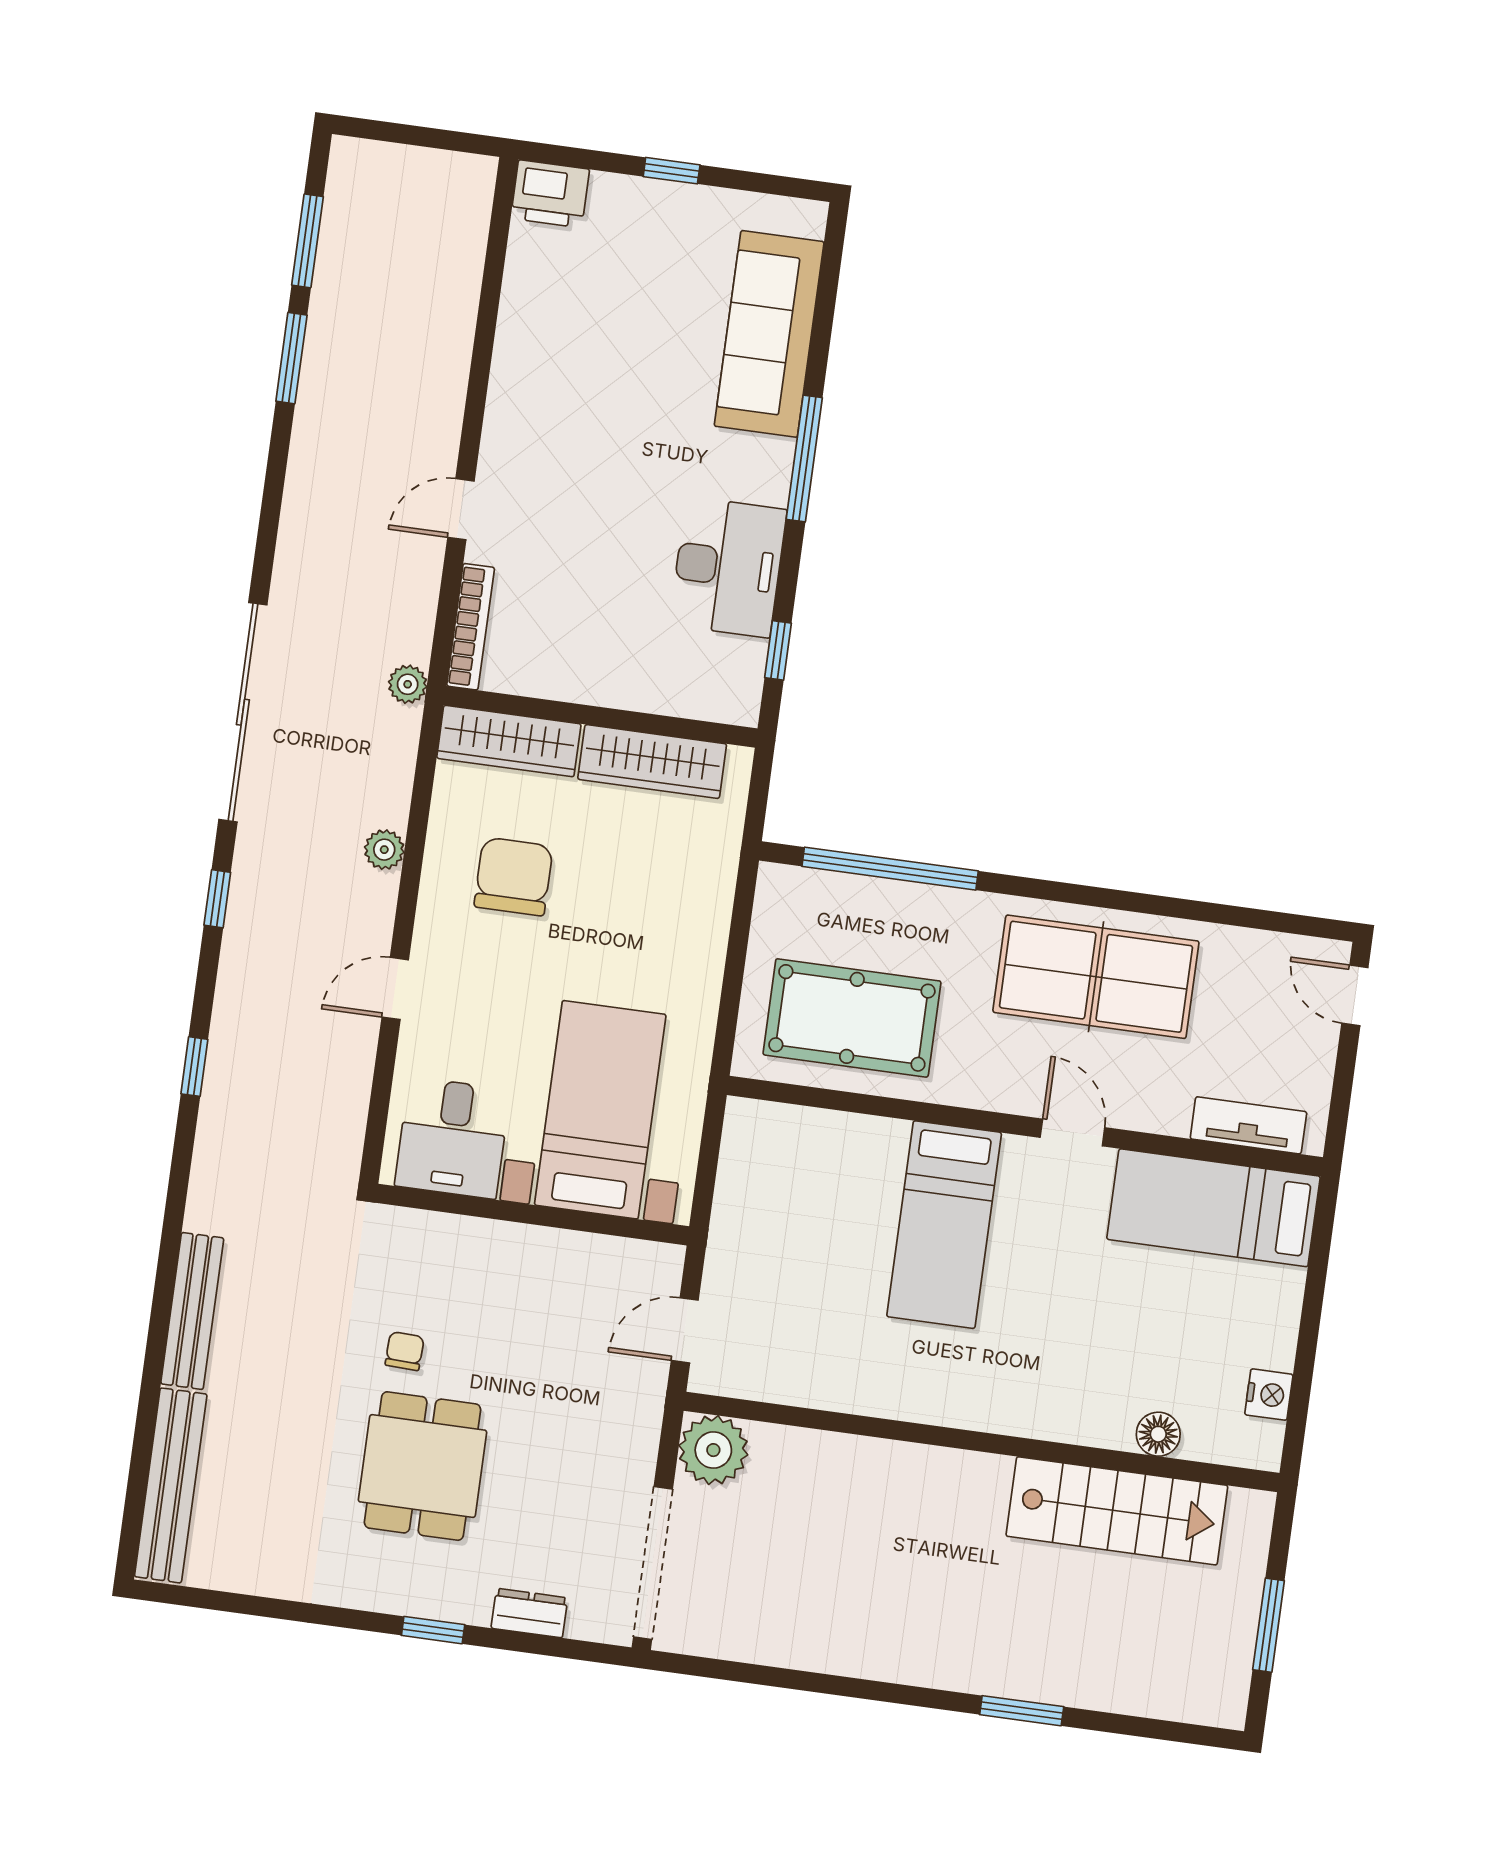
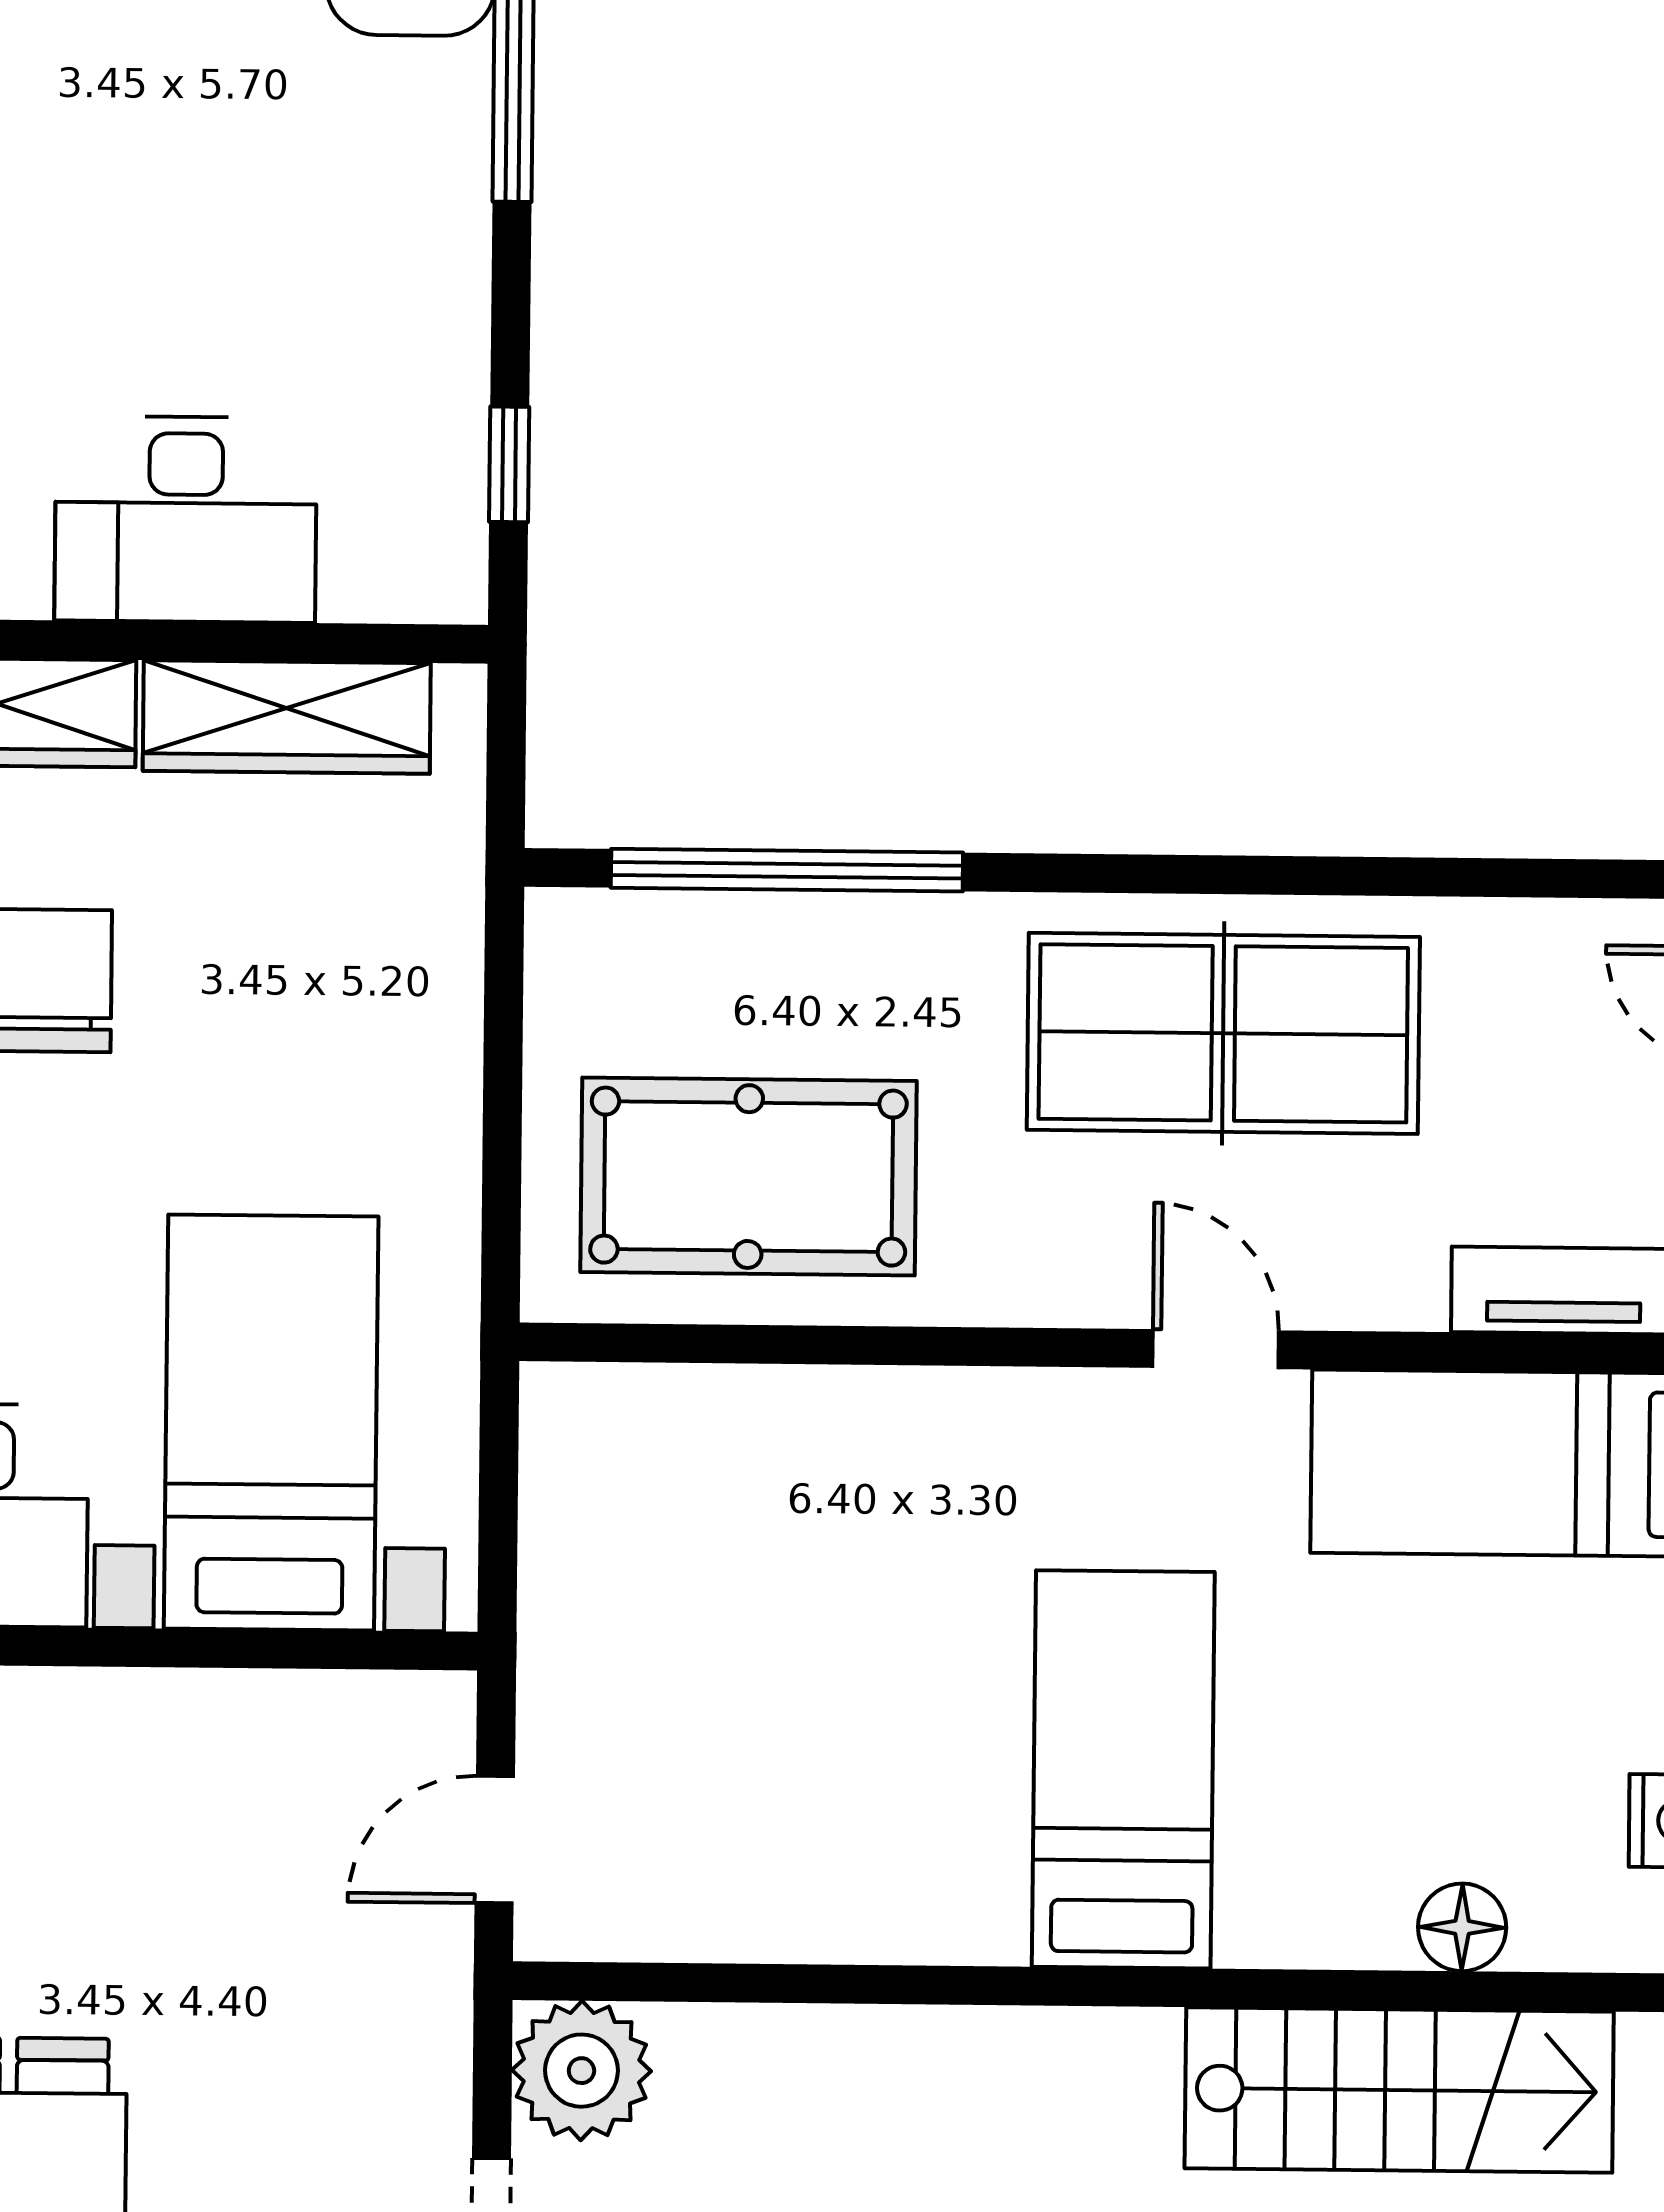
desk: (728, 567) -> (186, 519), moved, turned 90
bed: (944, 1225) -> (1123, 1769), moved, turned 180

